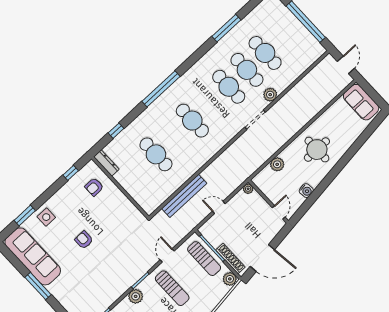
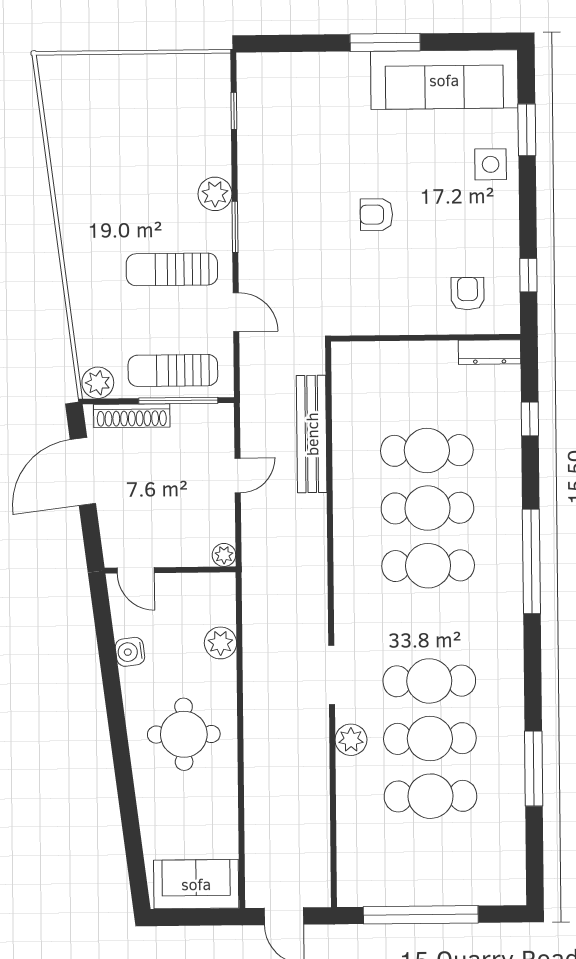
cafe table: (174, 137) -> (427, 508), added
armchair: (84, 240) -> (376, 215), moved, turned 180

